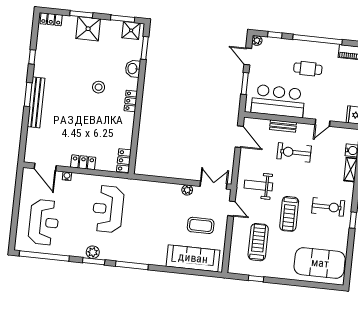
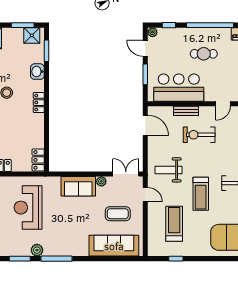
sofa: (163, 193) -> (78, 186), added
plant: (93, 252) -> (37, 250), moved

